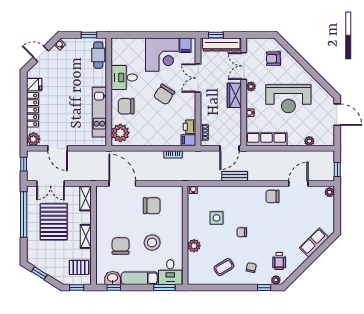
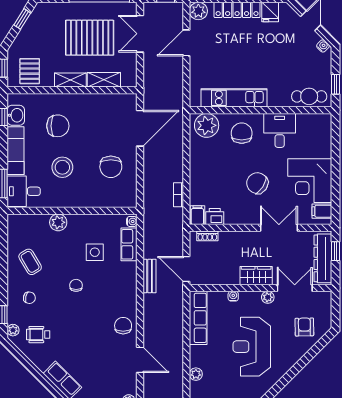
row of seats: (211, 192) -> (129, 244), added
shelving: (86, 198) -> (104, 80), moved

